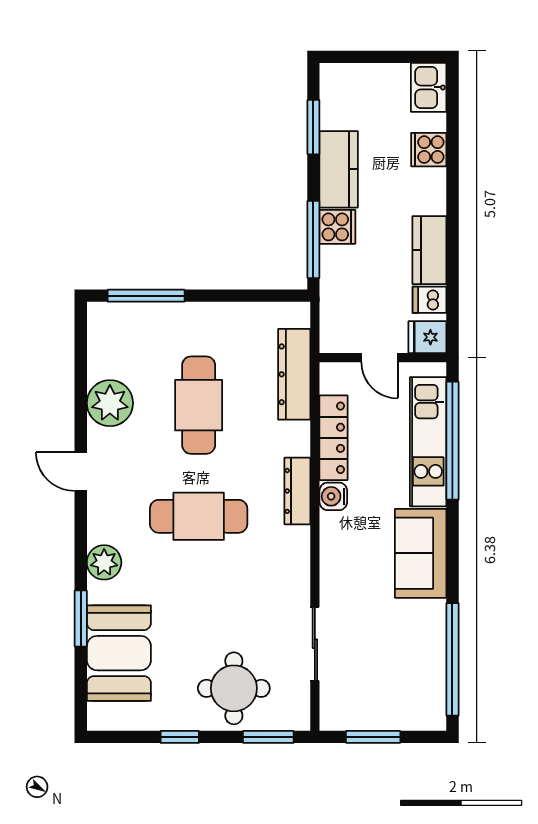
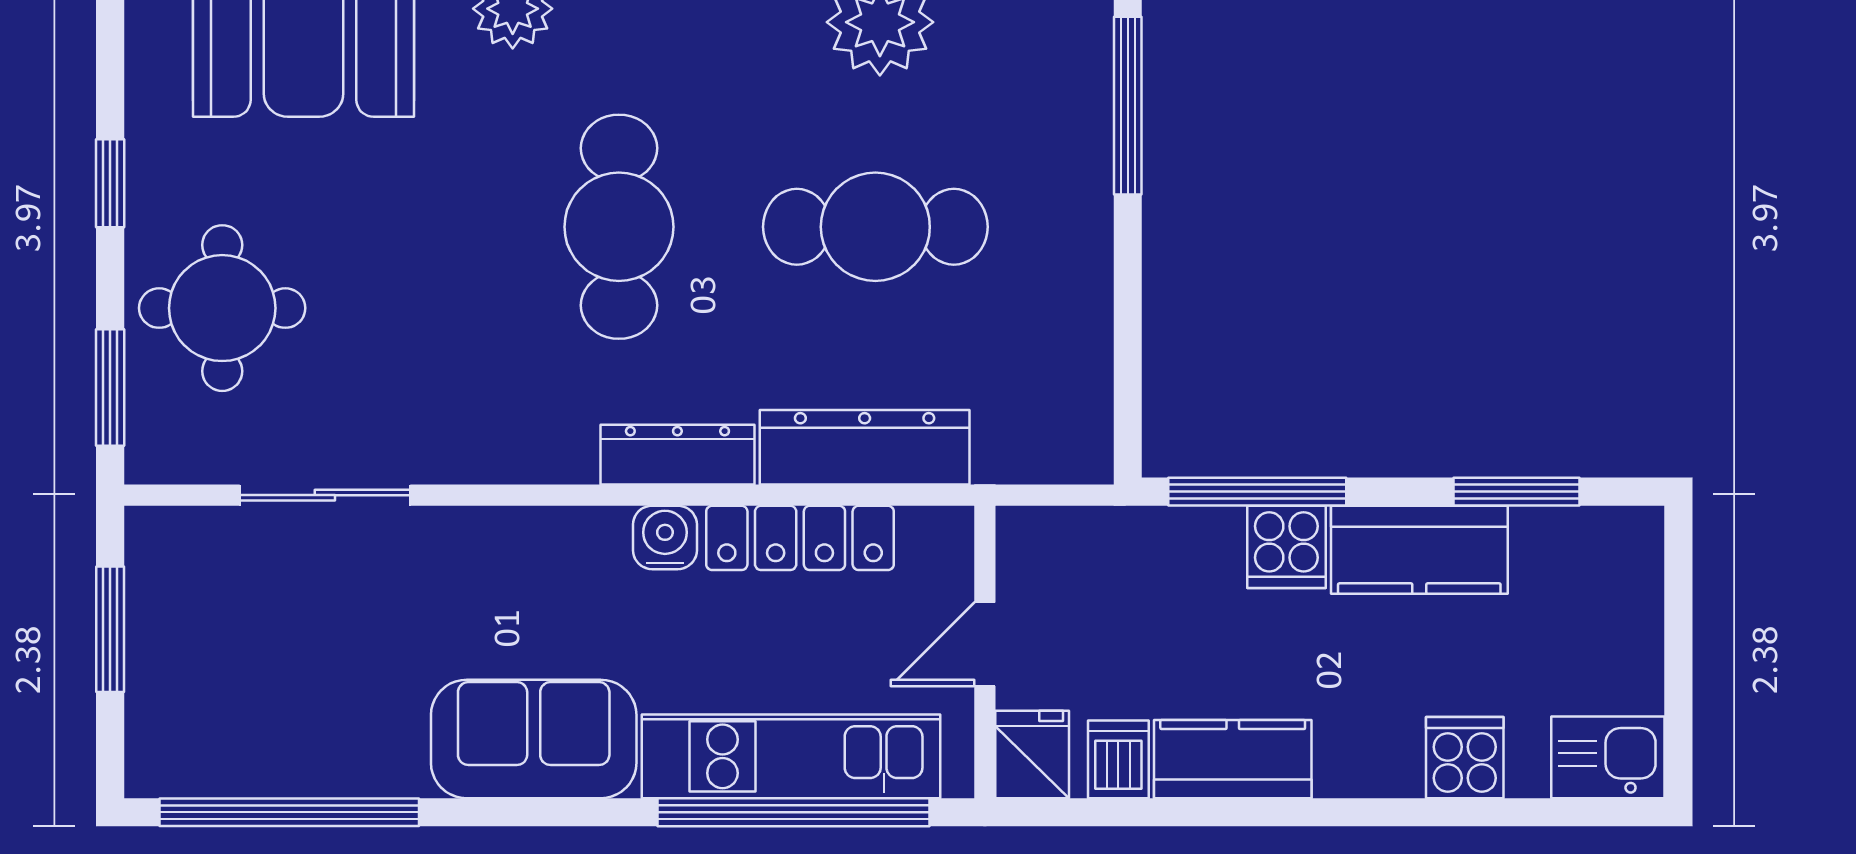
dresser: (294, 374) -> (865, 447), moved

